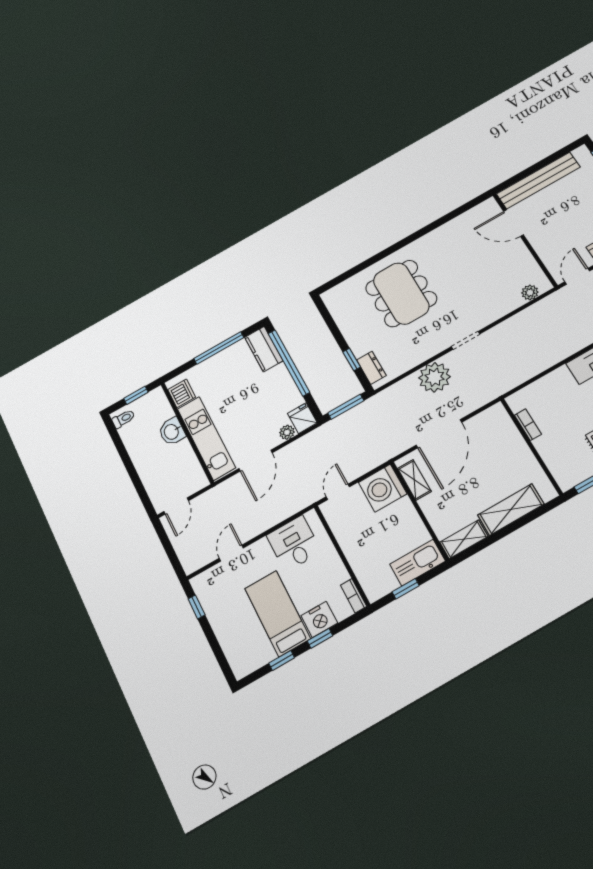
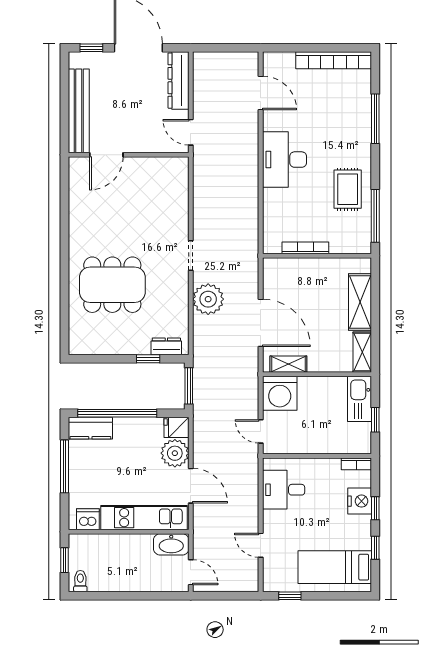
plant: (530, 292) -> (181, 179), removed
bookcase: (528, 425) -> (305, 248), width x1.56
washbasin: (172, 432) -> (171, 544), moved, width x1.38
plant: (287, 432) -> (175, 453), width x1.88, depth x1.88
bed: (277, 613) -> (335, 567), moved

